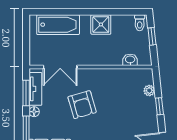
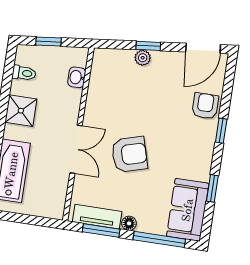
toilet: (140, 23) -> (24, 73), moved
double door: (60, 67) -> (76, 149), moved
plant: (149, 90) -> (143, 58), moved

